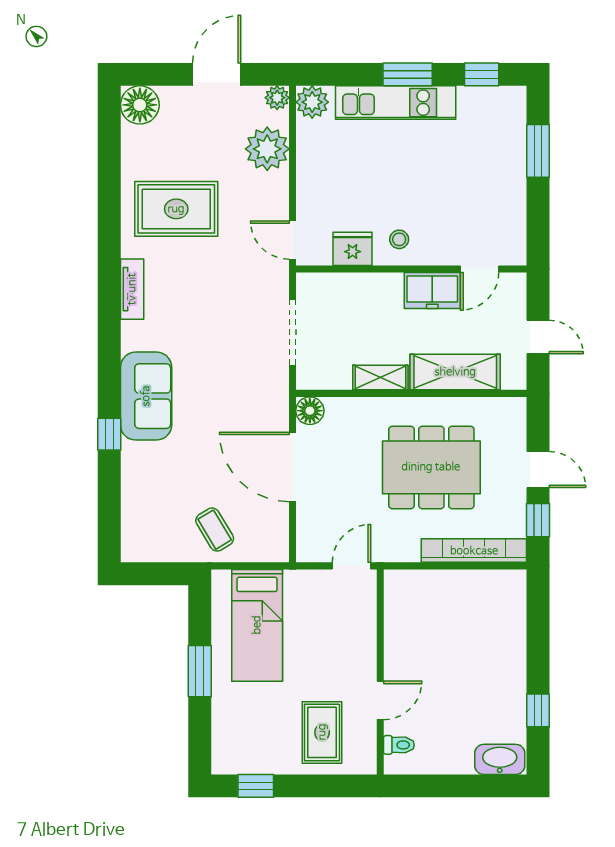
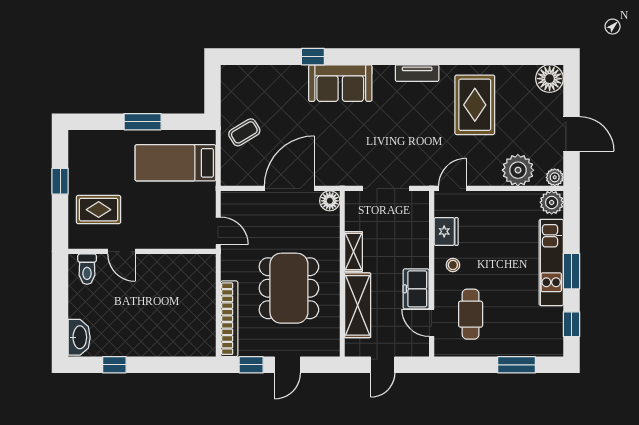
cafe table: (468, 215) -> (471, 314), added
toilet: (399, 745) -> (87, 269), width x1.37, depth x1.39
window: (256, 786) -> (60, 181), moved

